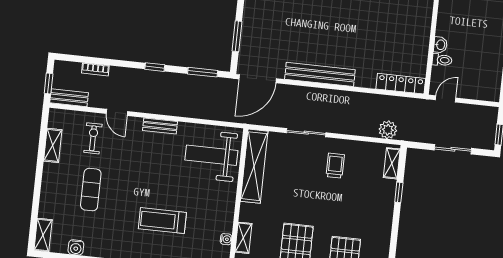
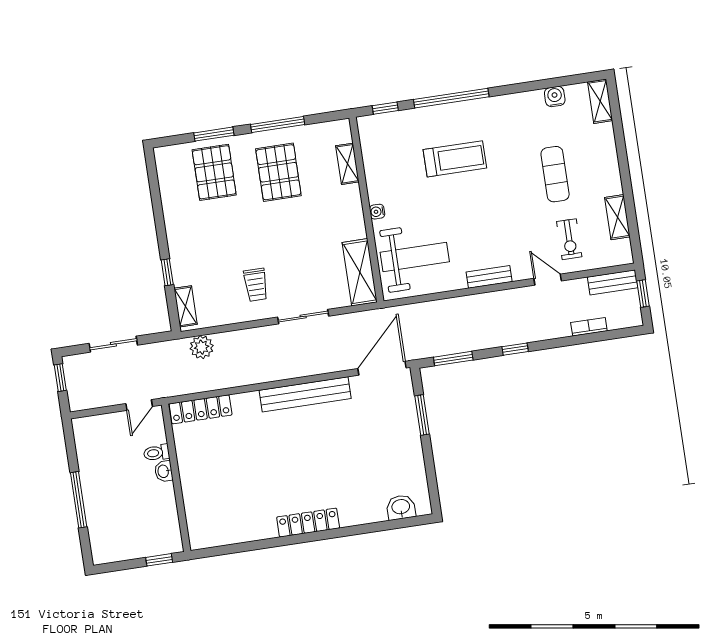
shelving: (254, 166) -> (360, 272), width x0.68
water cooler: (226, 239) -> (377, 212), moved

